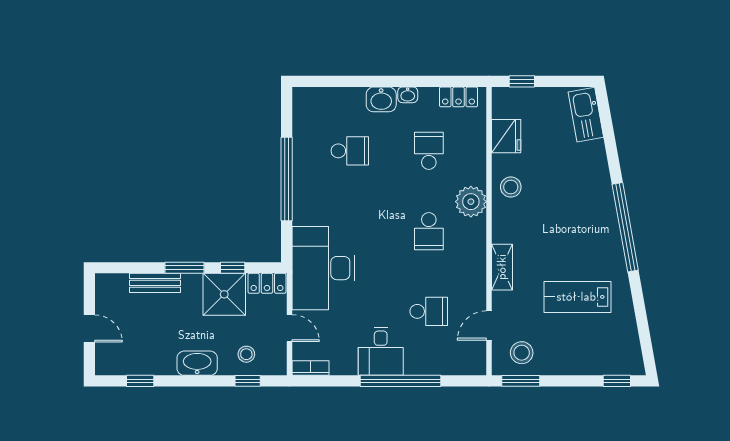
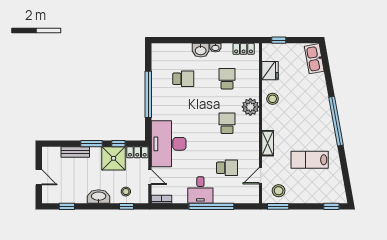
school desk: (429, 231) -> (227, 123), turned 180

